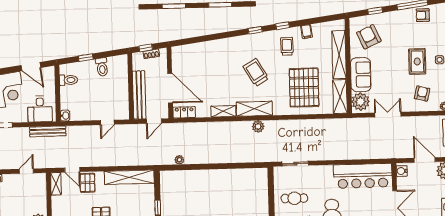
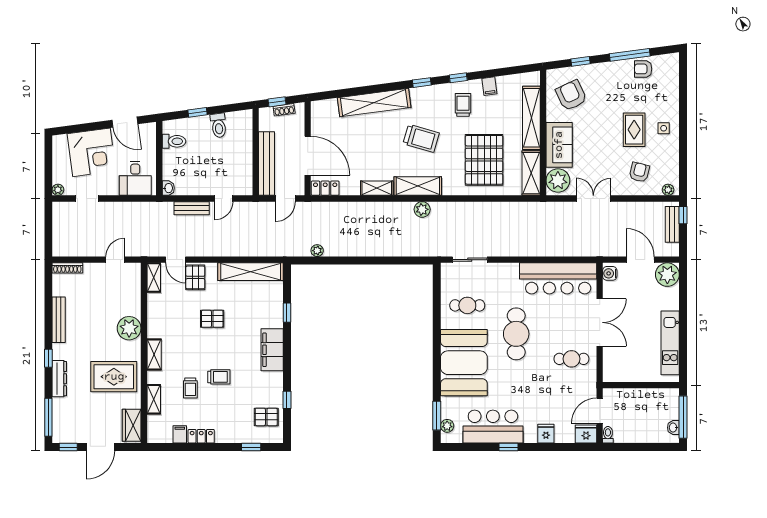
shelving: (219, 46) -> (374, 103), added
trolley: (256, 73) -> (421, 138), turned 137
bench: (48, 131) -> (192, 208), moved, width x0.73

